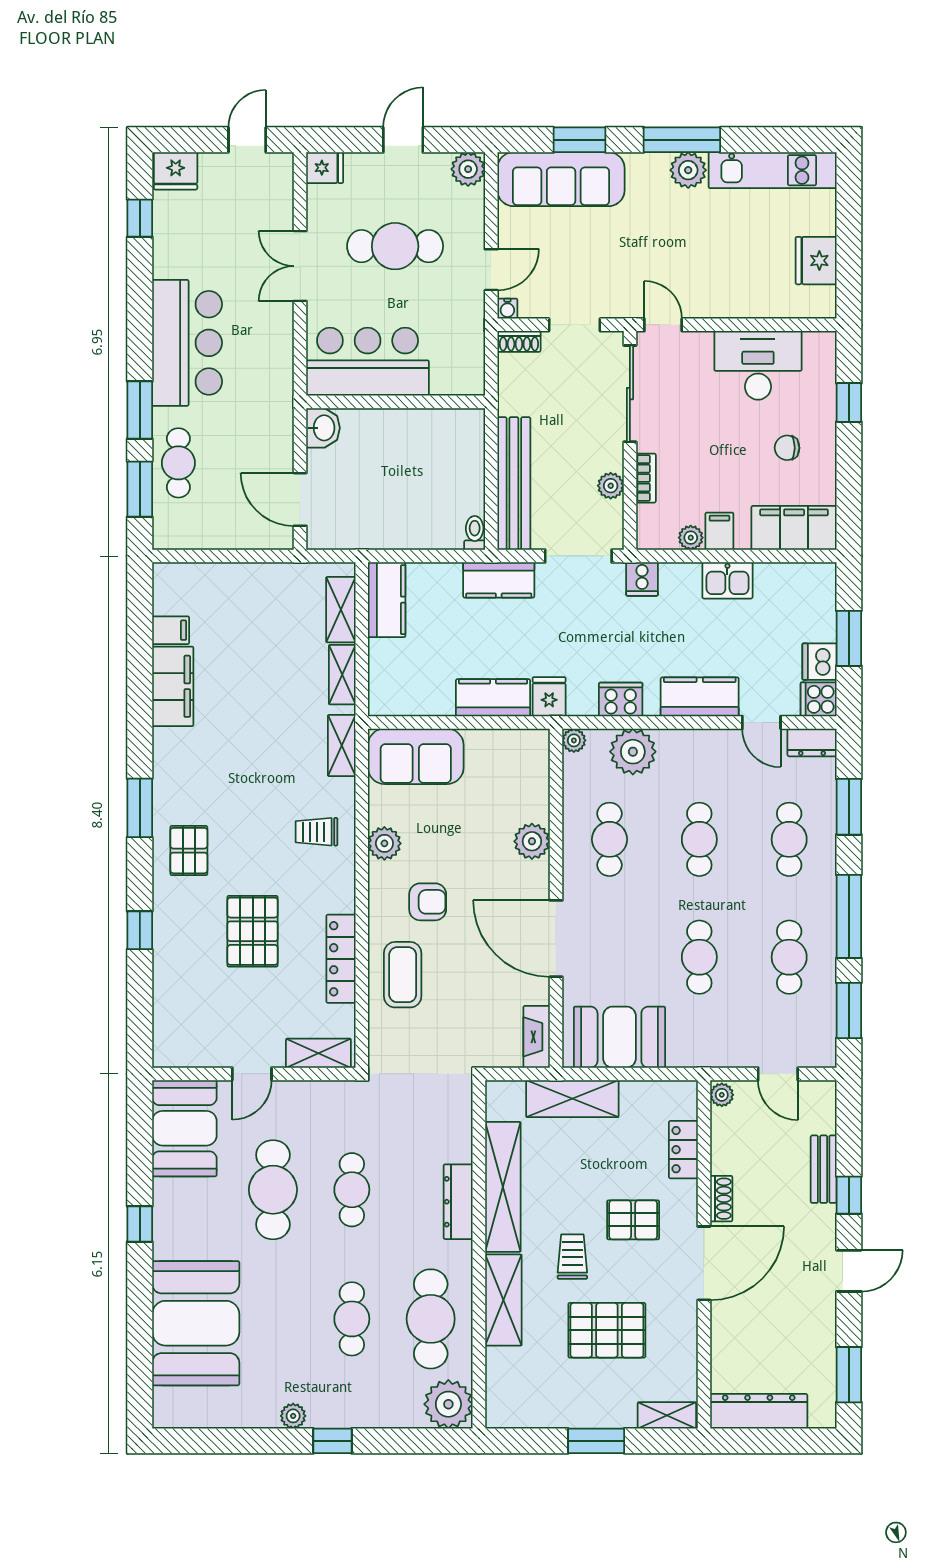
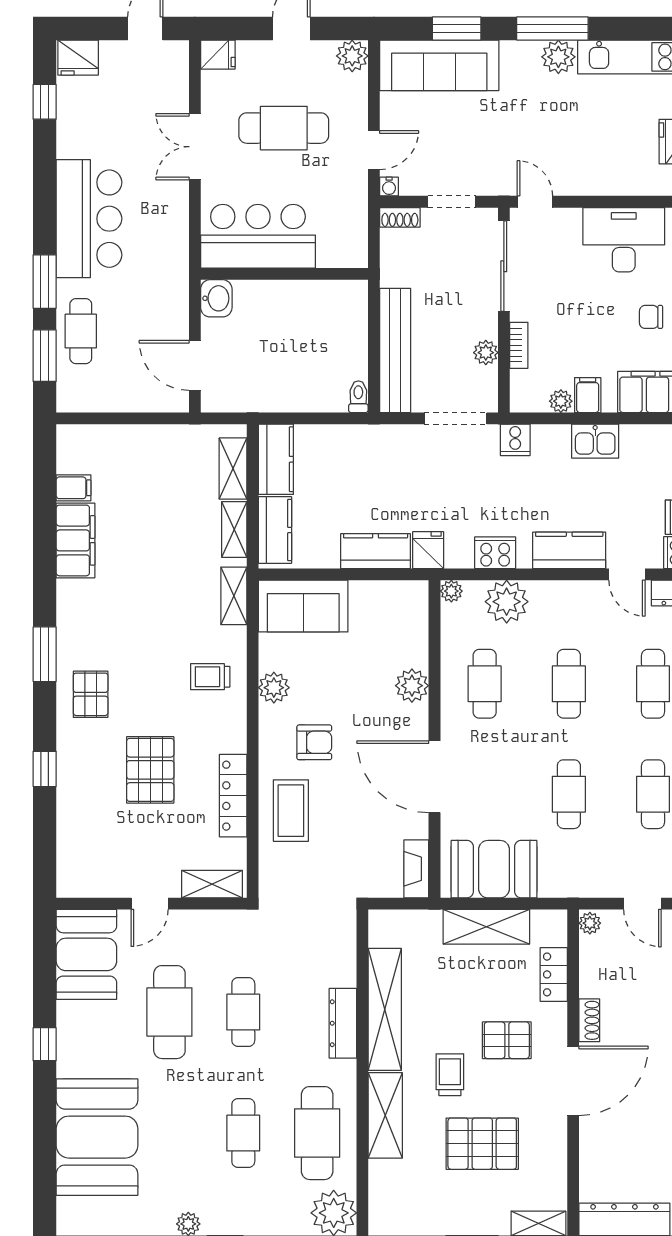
kitchen counter: (499, 580) -> (275, 530), moved, turned -90
shelving: (572, 1099) -> (486, 927), moved

